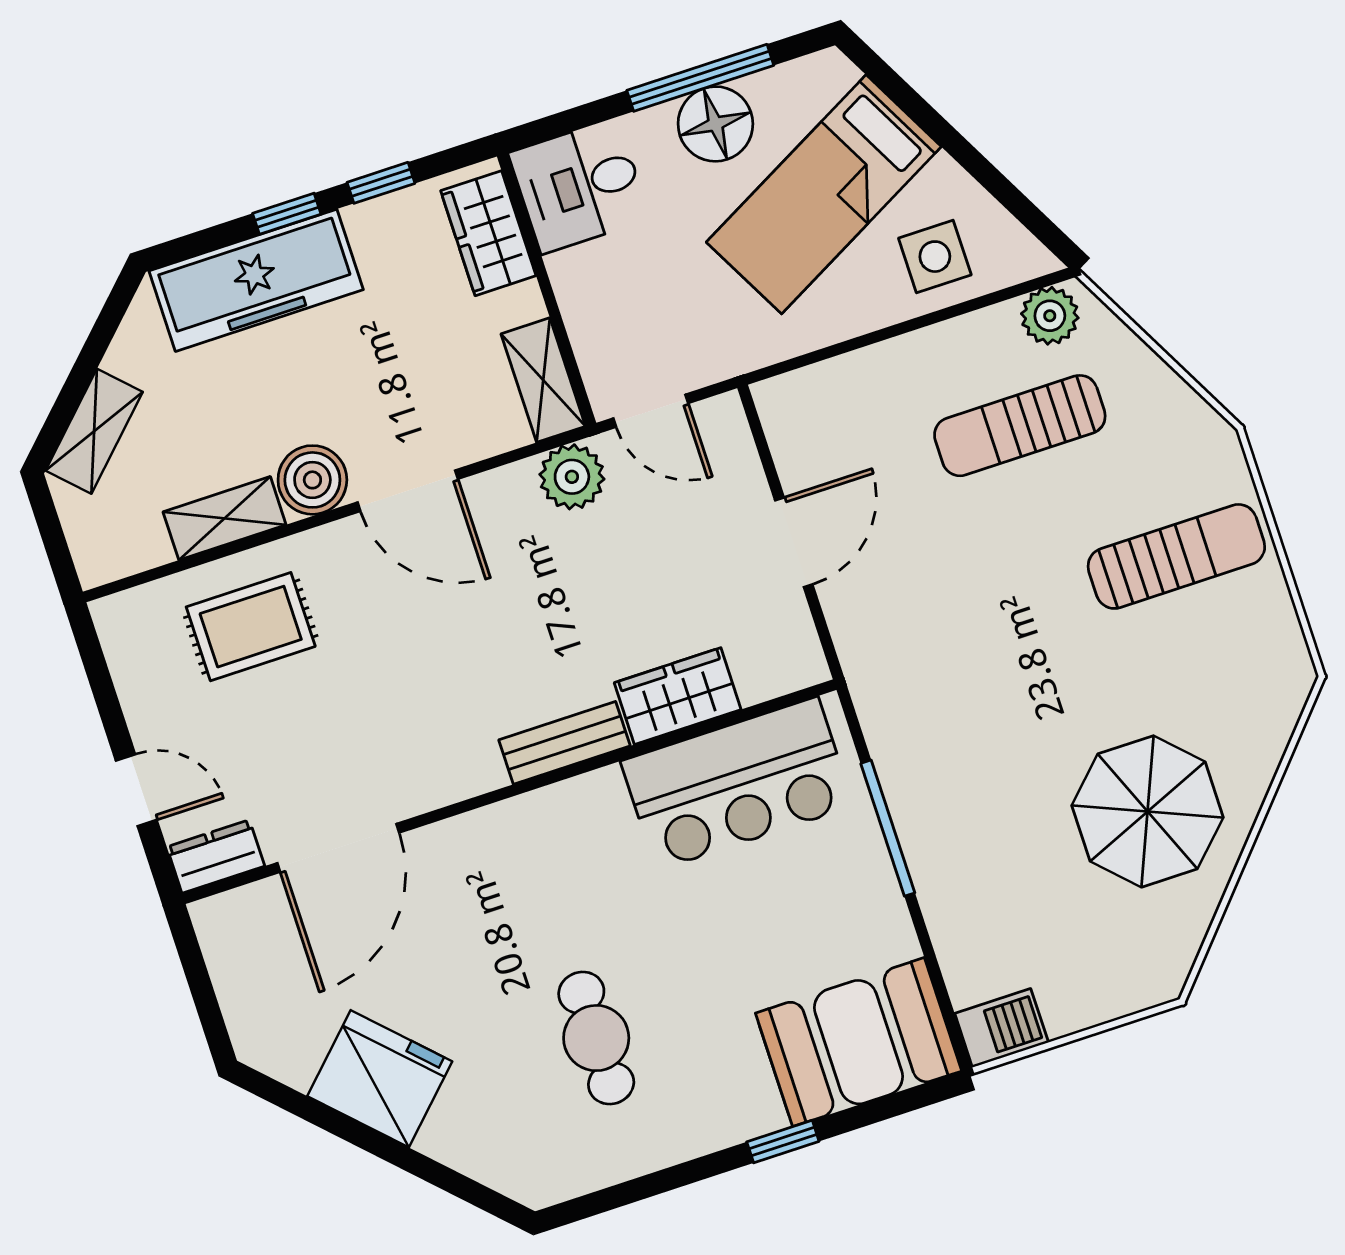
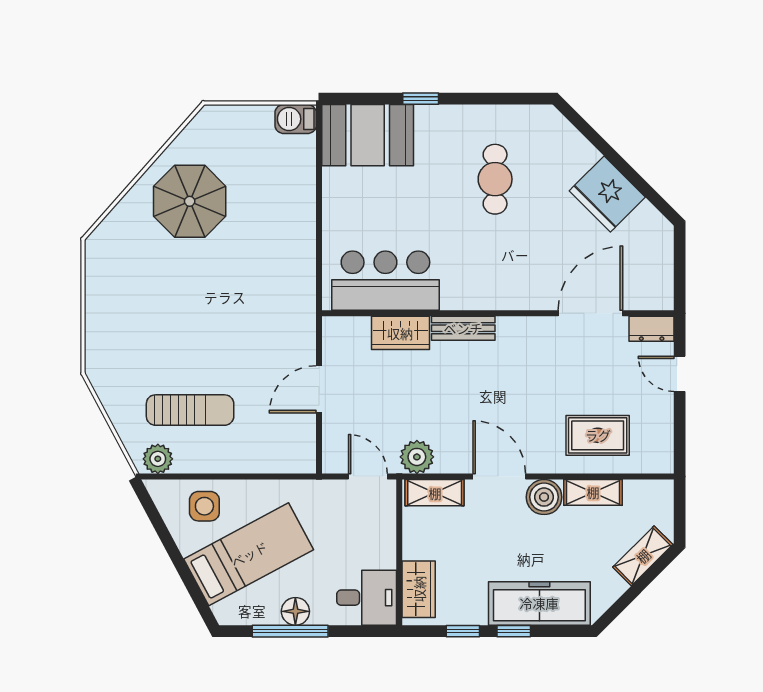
floor lamp: (715, 124) -> (295, 611), width x0.73, depth x0.73
shelving: (543, 380) -> (435, 493), moved, turned 90
sun lounger: (1176, 556) -> (135, 321), removed
window: (888, 828) -> (319, 235), removed

